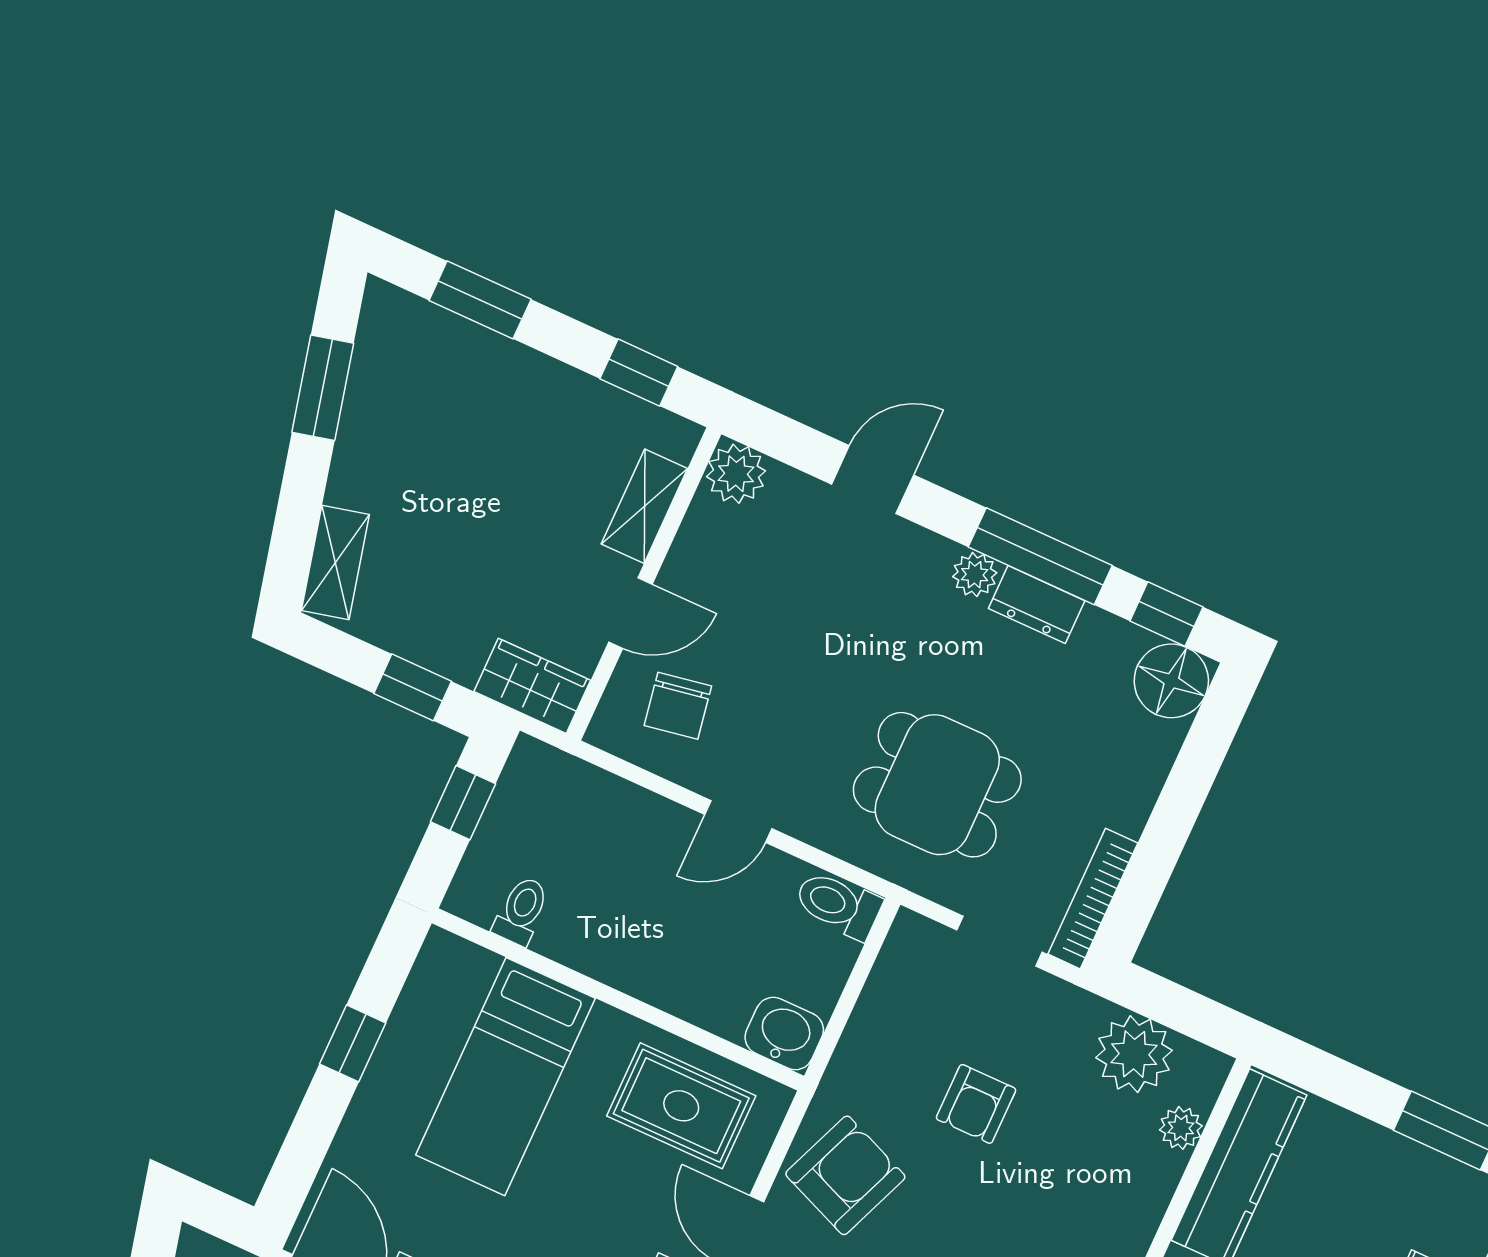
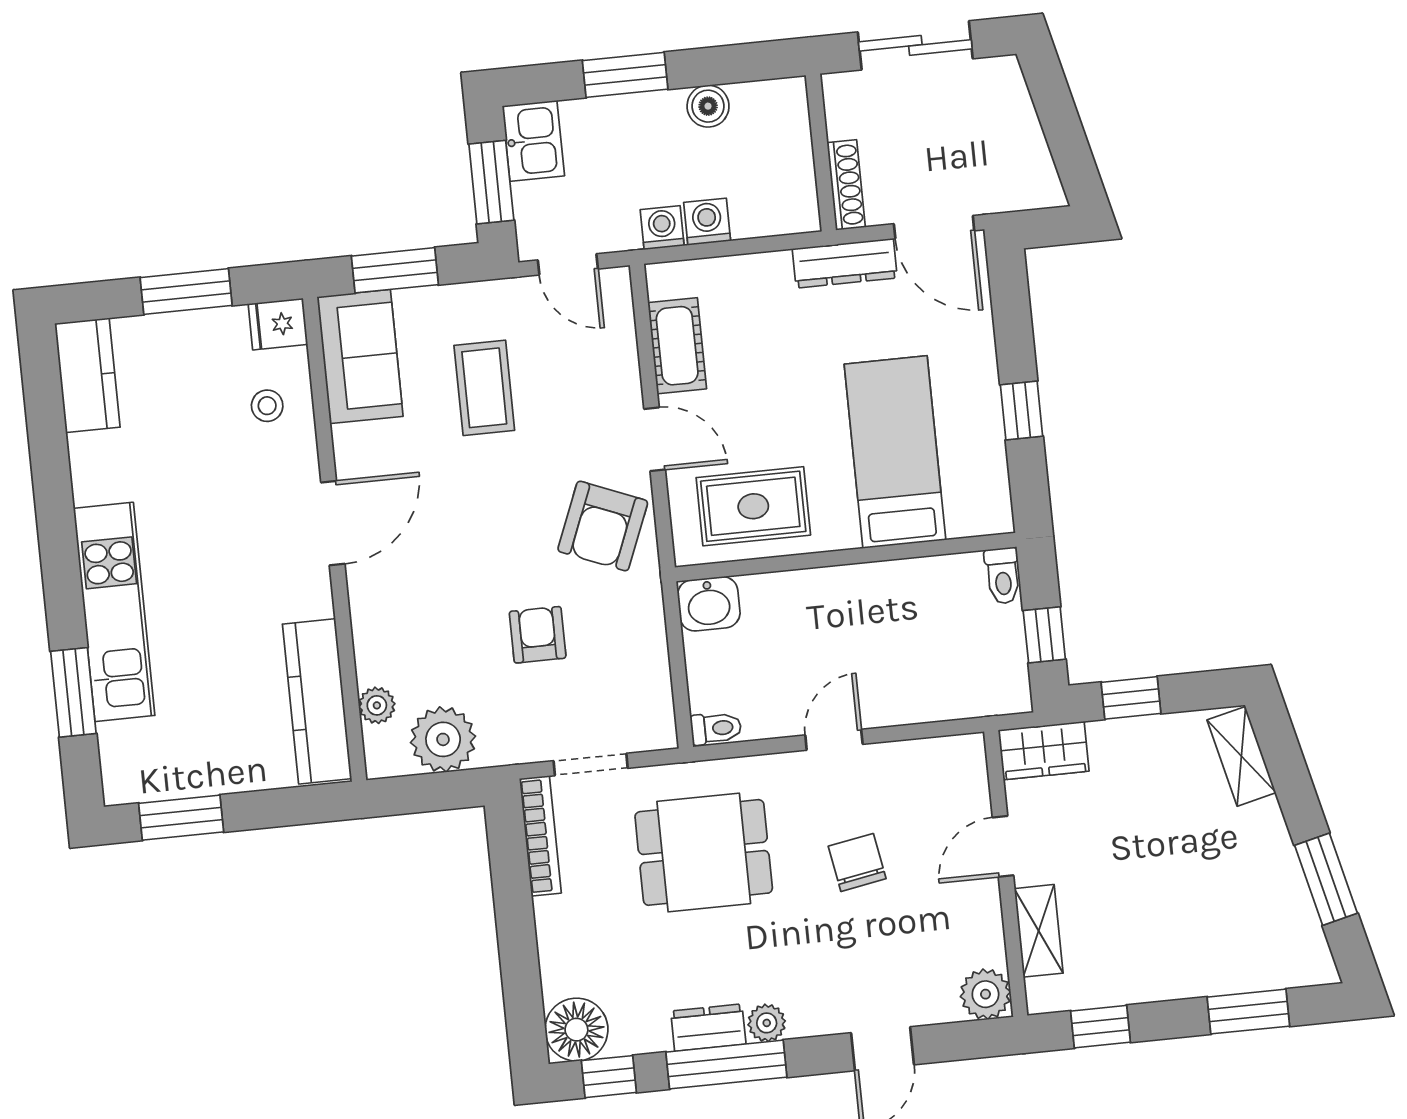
chair: (678, 706) -> (857, 862), moved
toilet: (838, 905) -> (716, 728), width x0.73, depth x0.72
toilet: (521, 911) -> (1003, 576), moved

